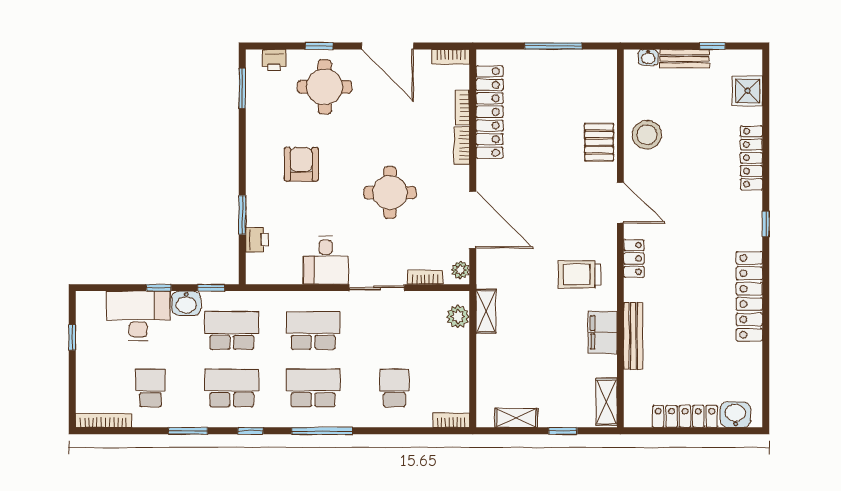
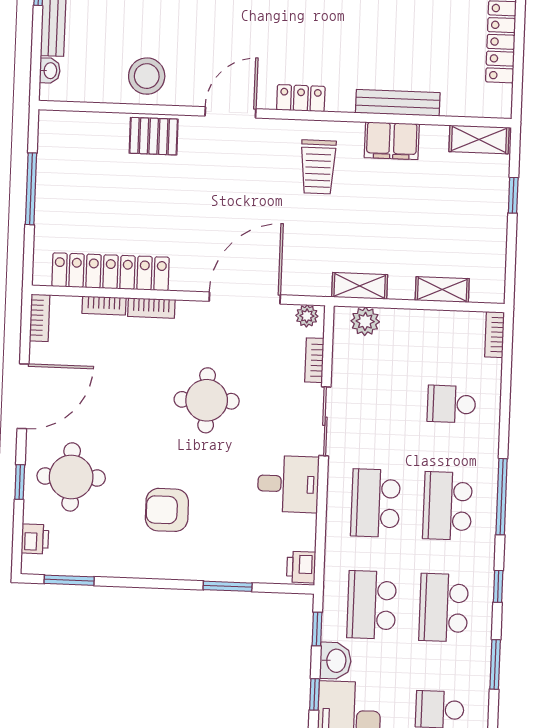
printer: (257, 240) -> (301, 567), moved, turned -90
shelving: (516, 418) -> (442, 289), moved, turned 90

